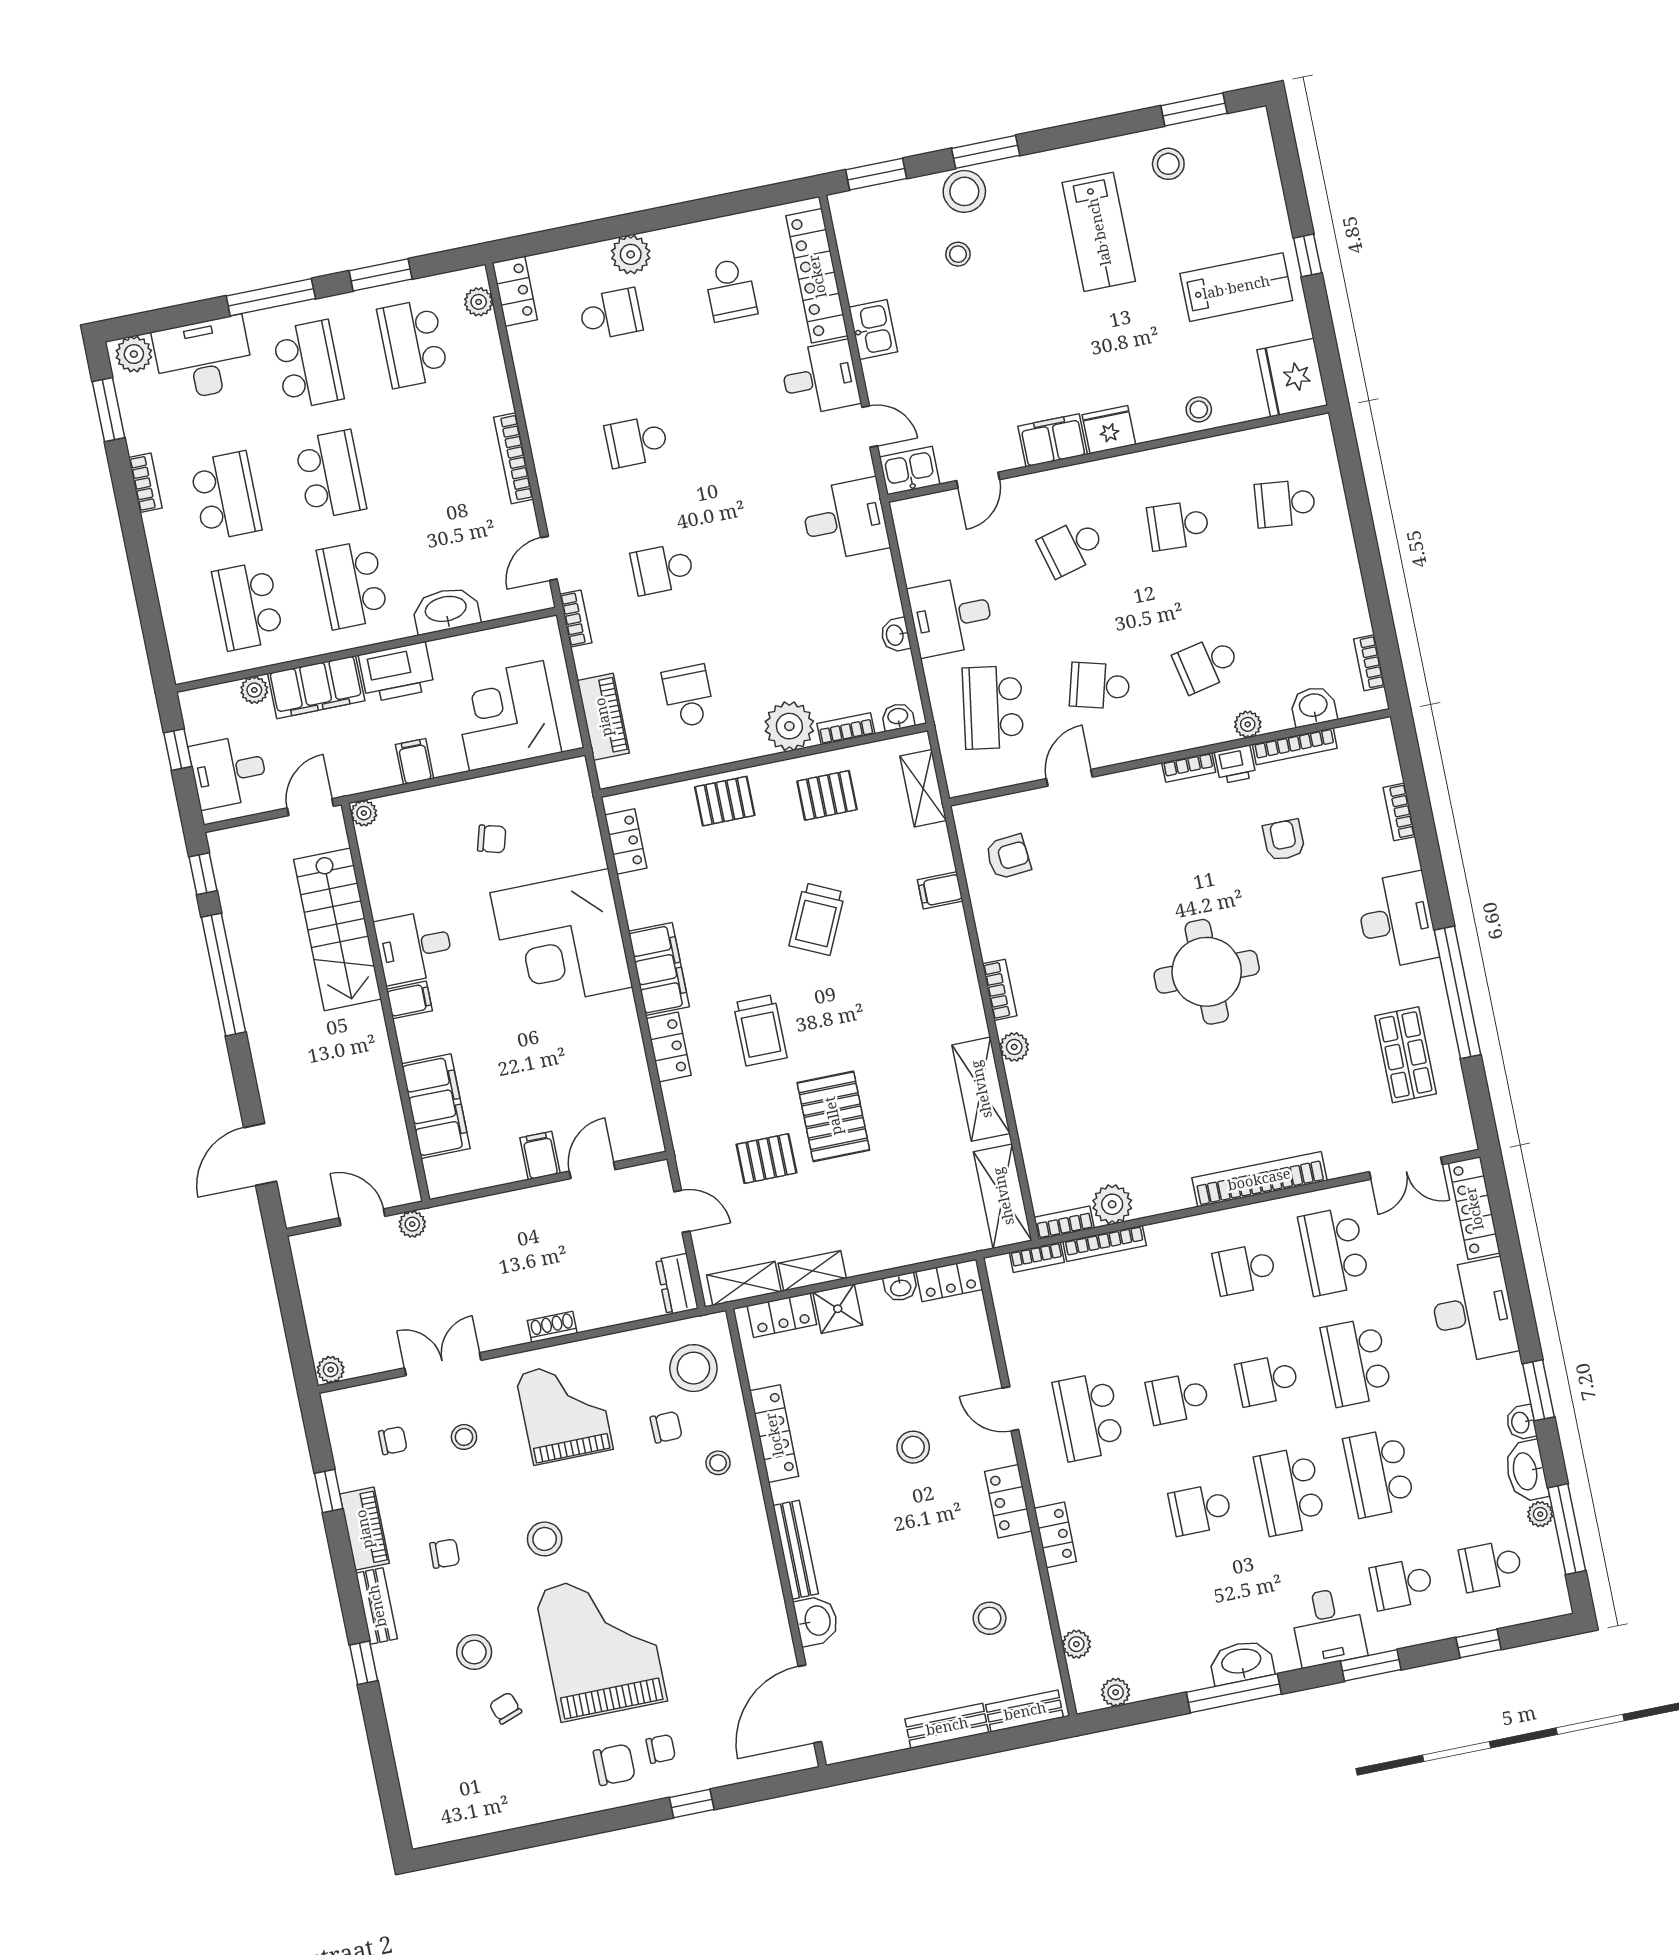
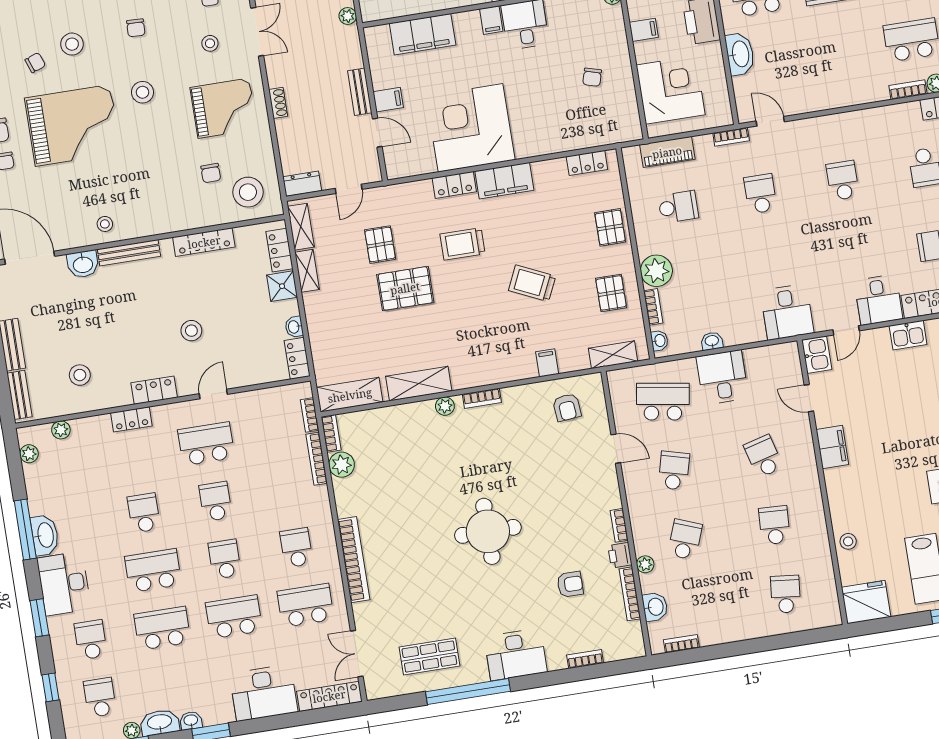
fridge: (1109, 430) -> (838, 483), removed
bookcase: (514, 458) -> (908, 90), moved, width x0.64
school desk: (1207, 664) -> (685, 540), turned 33
corner desk: (561, 940) -> (471, 128), moved
bench: (530, 1200) -> (360, 92), added
stool: (718, 1463) -> (105, 224), moved
desk: (1328, 1627) -> (64, 584), width x1.37

